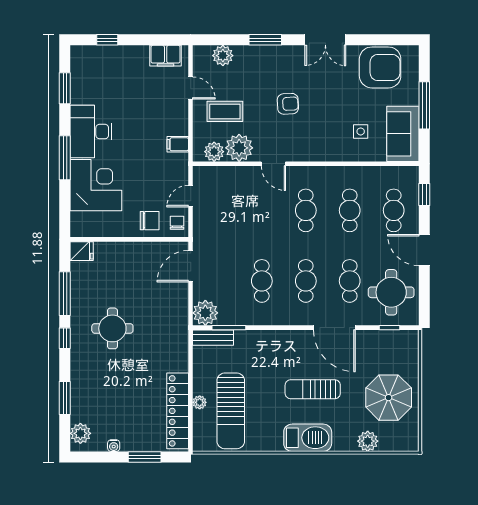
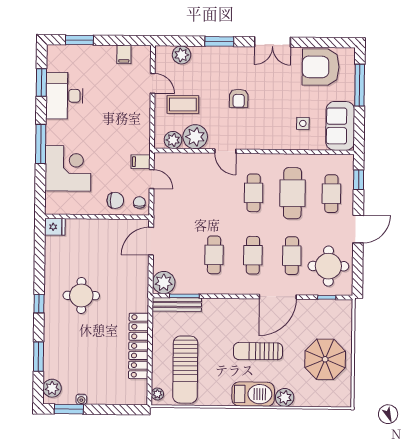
window: (107, 40) -> (79, 40), width x1.50
filing cabinet: (166, 56) -> (124, 54), width x0.50
armchair: (380, 67) -> (321, 67), turned 180
armchair: (288, 104) -> (239, 98), turned 93
window: (424, 105) -> (360, 85), moved
desk: (91, 132) -> (64, 96), moved
filing cabinet: (178, 144) -> (141, 162), moved
door: (191, 196) -> (152, 179), swing flipped
cafe table: (350, 210) -> (292, 193), width x1.37, depth x1.35
door: (424, 250) -> (358, 229), swing flipped
window: (65, 294) -> (39, 264), removed
door: (334, 328) -> (278, 297), hinge flipped
bench: (213, 338) -> (177, 305), width x1.36
plant: (200, 402) -> (157, 394), moved
locker: (178, 411) -> (138, 346), moved
plant: (368, 441) -> (285, 397), moved
window: (145, 457) -> (69, 409), moved

